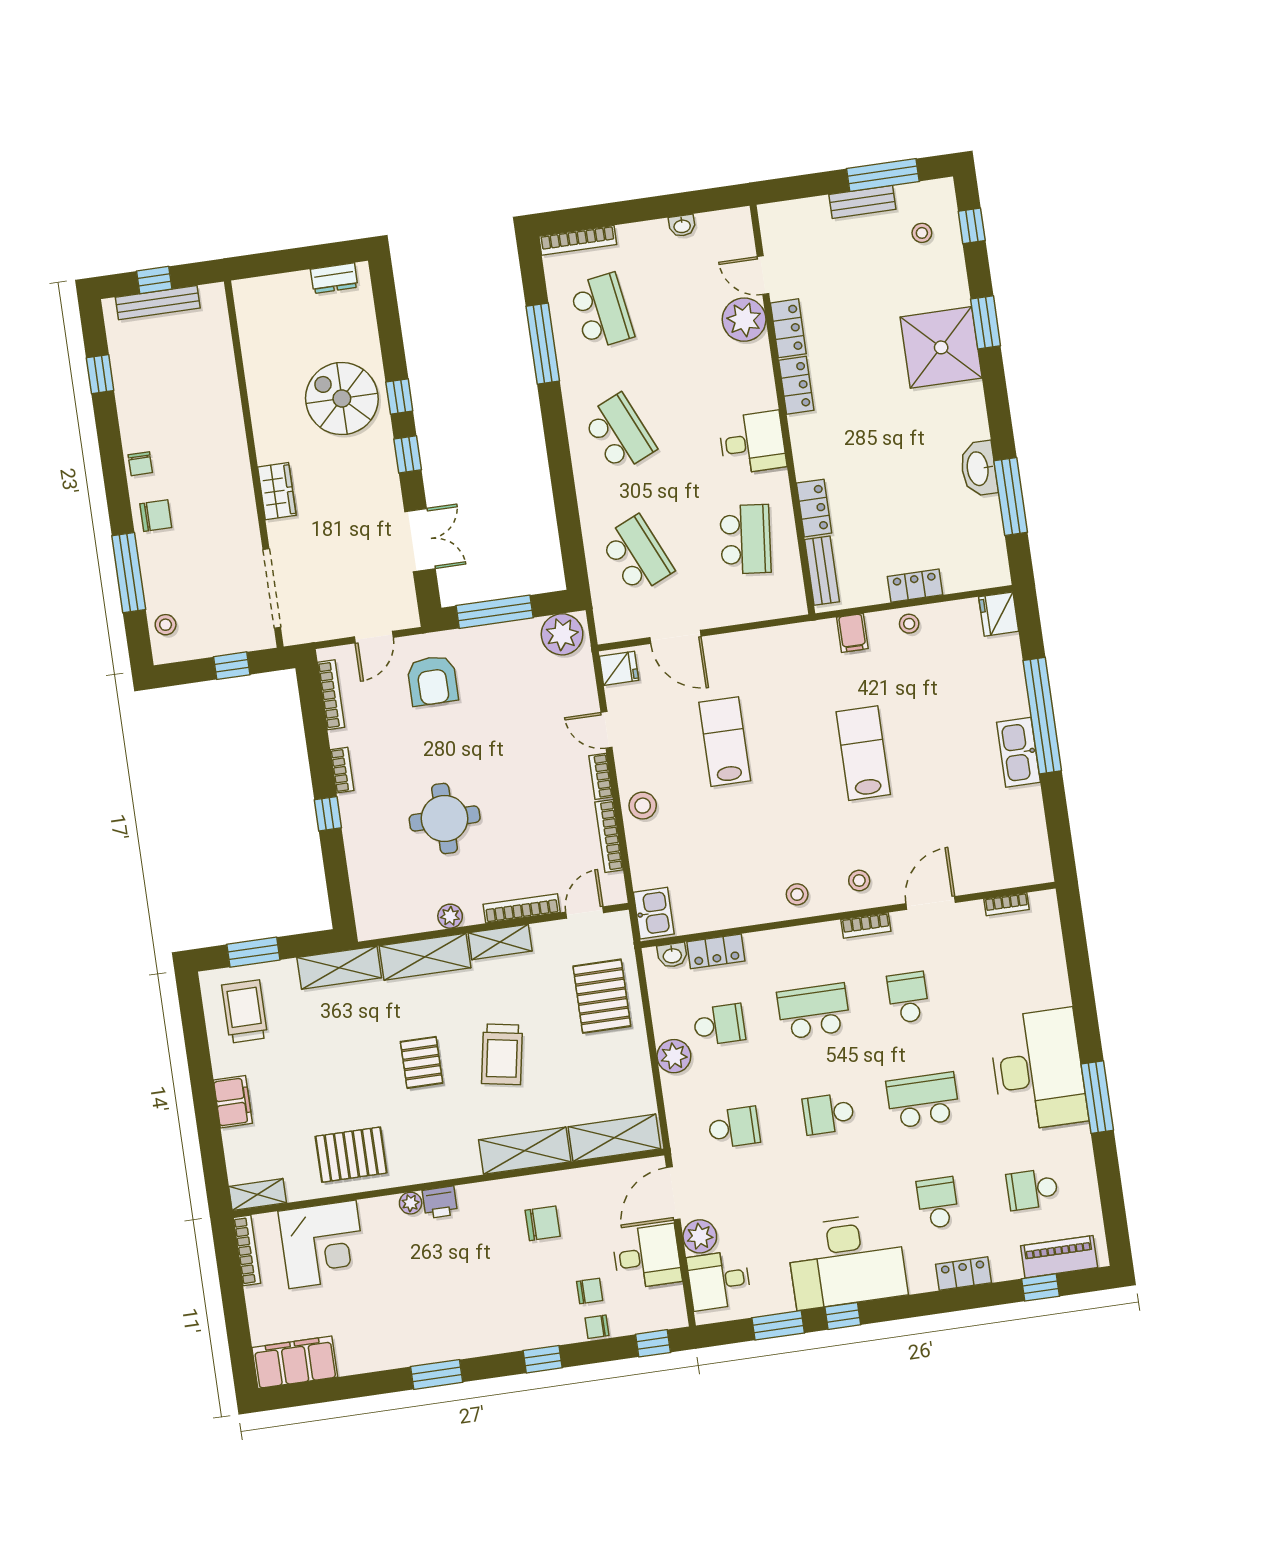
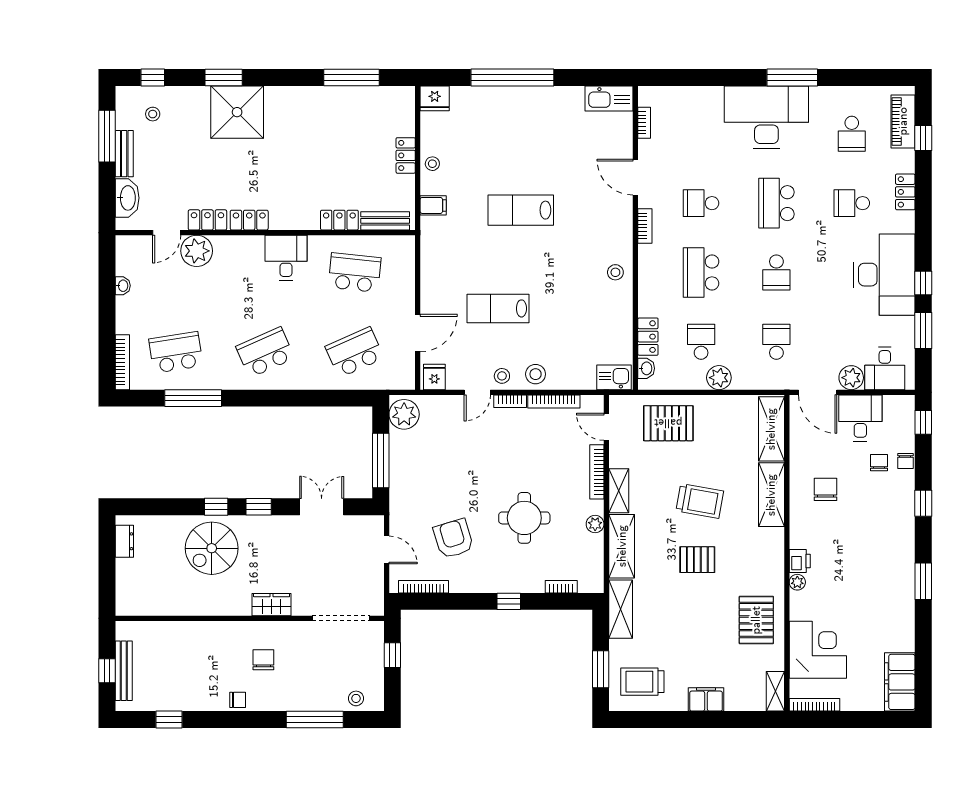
washbasin: (979, 469) -> (127, 198), moved, turned -90
chair: (156, 516) -> (263, 660), moved
armchair: (432, 681) -> (453, 539), moved, turned -107
kitchen sink: (1018, 752) -> (609, 98), moved
bookcase: (342, 770) -> (561, 587), moved
stool: (859, 881) -> (502, 376), moved

